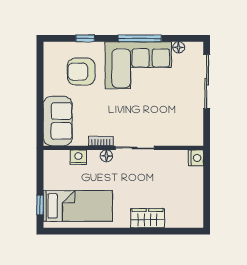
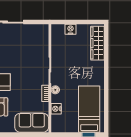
nightstand: (196, 158) -> (70, 29), moved
wardrobe: (147, 218) -> (97, 43), moved, width x1.50

